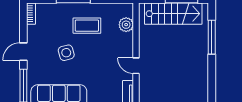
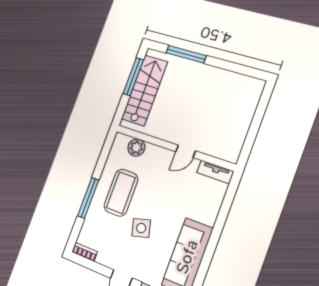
coffee table: (87, 26) -> (121, 193), width x1.36, depth x1.32

